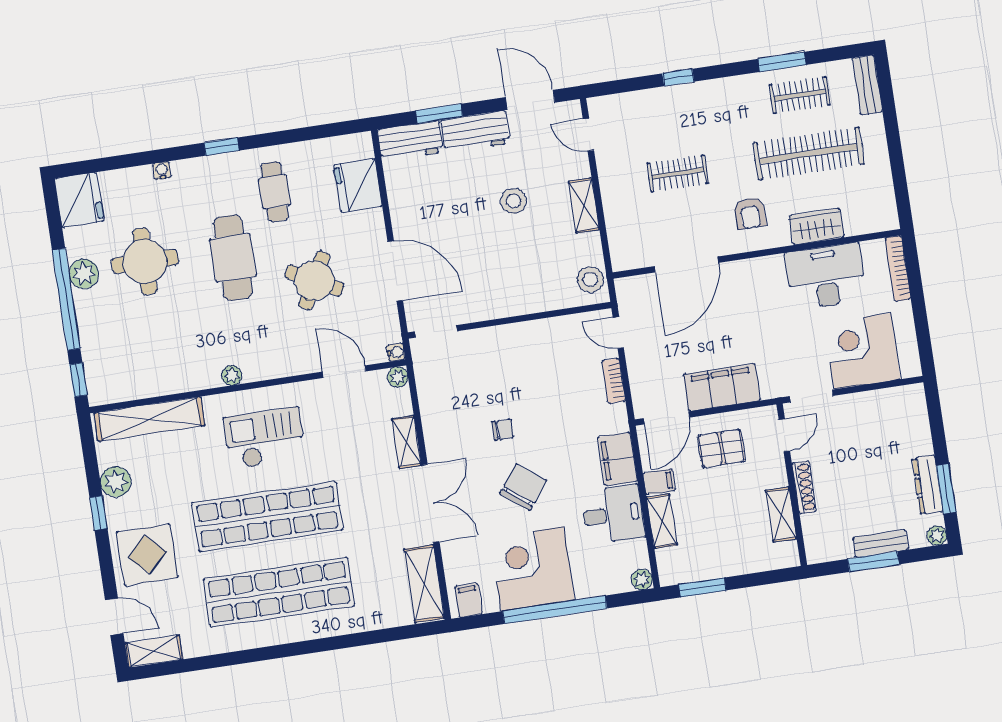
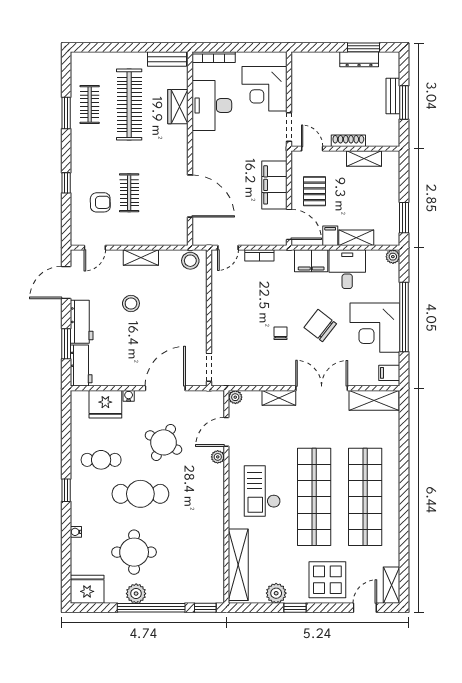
bench: (867, 85) -> (167, 59), moved
armchair: (750, 213) -> (100, 202), moved
water cooler: (396, 352) -> (129, 396), moved
plant: (232, 375) -> (218, 457), moved
plant: (937, 536) -> (393, 58), removed

